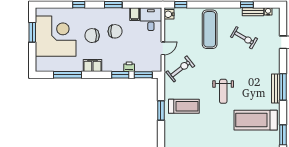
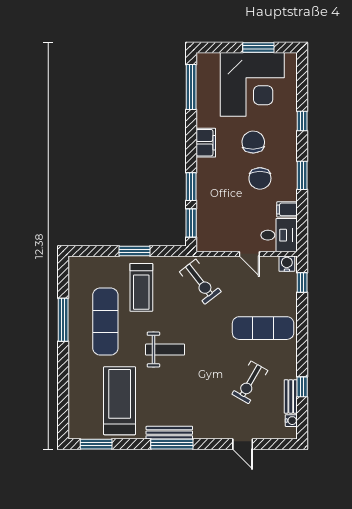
door: (163, 48) -> (249, 254), moved
printer: (129, 67) -> (204, 201), removed
window: (68, 75) -> (191, 87), moved
weight bench: (223, 91) -> (165, 350), turned 180
exercise mat: (206, 129) -> (105, 322), added

